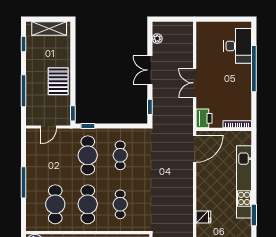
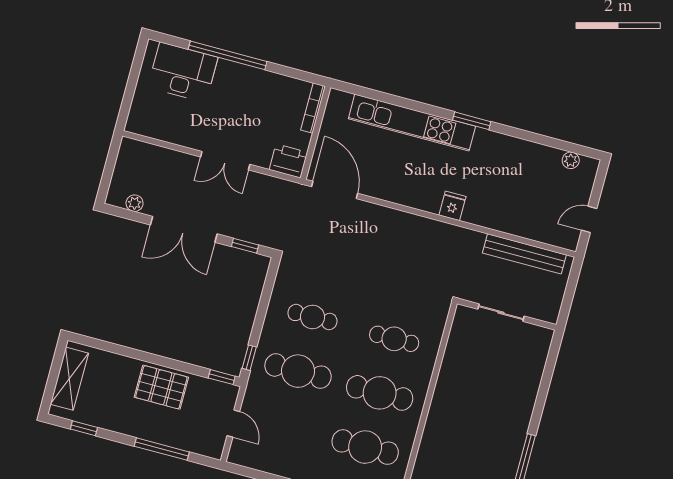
double door: (150, 70) -> (184, 229), width x1.37

